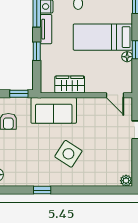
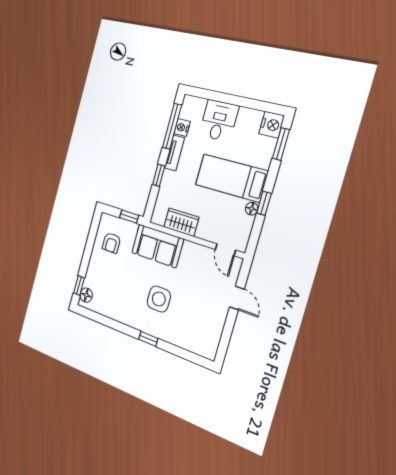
side table: (68, 154) -> (159, 299), turned -33
plant: (126, 181) -> (209, 353), removed
window: (42, 190) -> (148, 339), moved

